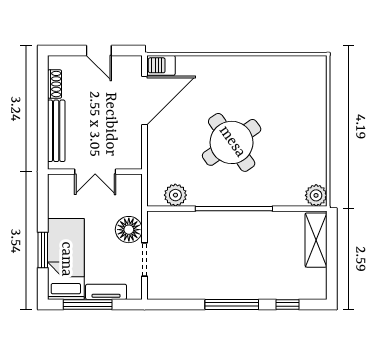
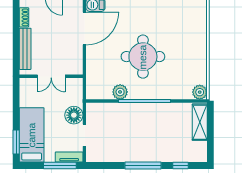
round table: (232, 142) -> (143, 57), turned 35
plant: (175, 195) -> (120, 92), moved
window: (43, 250) -> (16, 142), moved
tv unit: (106, 292) -> (69, 157), moved
window: (88, 305) -> (60, 165), moved

